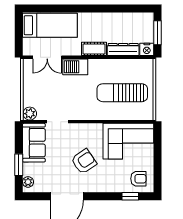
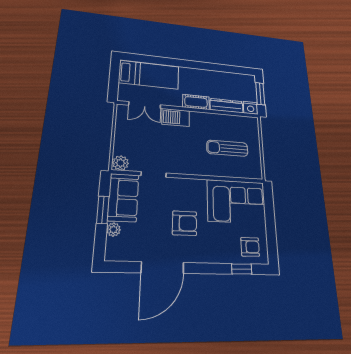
sun lounger: (122, 93) -> (227, 148), width x0.73, depth x0.75
armchair: (84, 161) -> (185, 223), turned 34
window: (19, 165) -> (103, 210), moved
plant: (28, 182) -> (113, 230), moved

